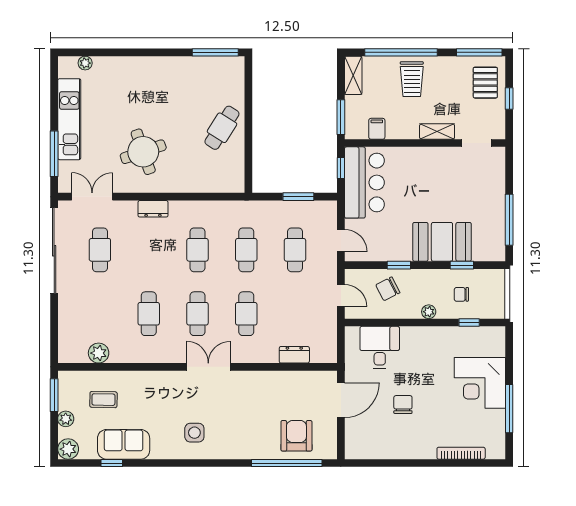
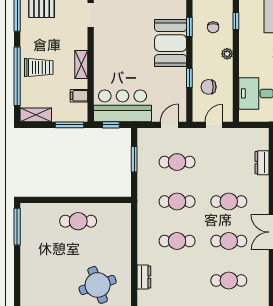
cafe table: (222, 128) -> (78, 221), turned -32
shelving: (437, 132) -> (81, 64), moved
chair: (388, 289) -> (209, 87), turned 117

